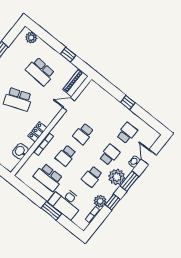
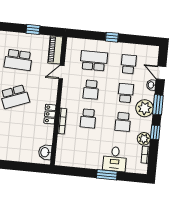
washbasin: (20, 151) -> (45, 152), moved
school desk: (48, 177) -> (94, 61), moved, turned 180
desk: (66, 202) -> (115, 159), width x0.73

